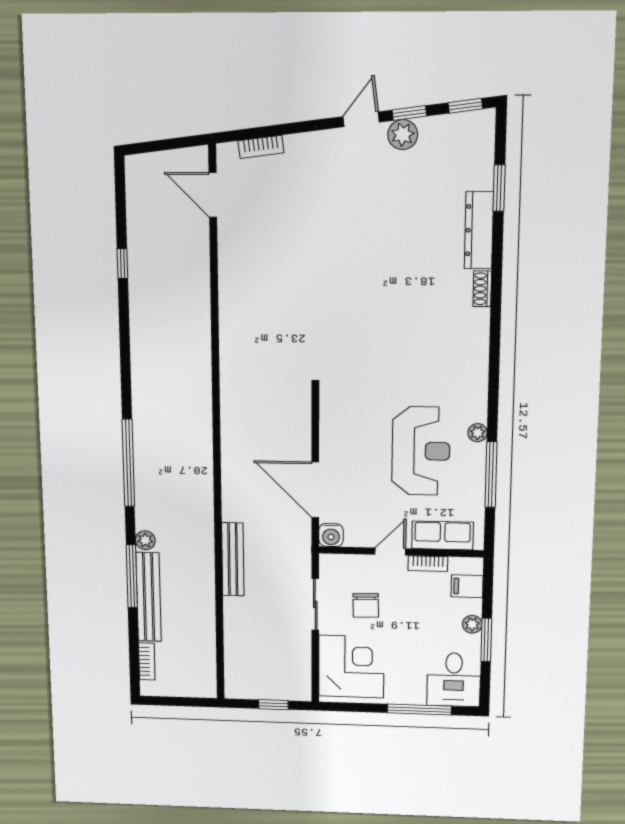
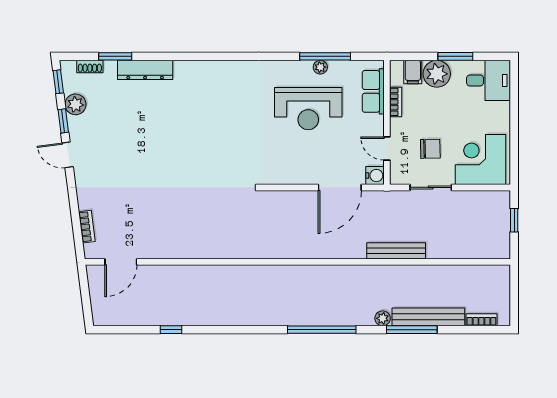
plant: (403, 135) -> (75, 104), moved
shoe rack: (482, 289) -> (90, 66), moved
plant: (478, 433) -> (320, 67), moved
reception desk: (421, 451) -> (308, 109), turned 180
door: (390, 552) -> (387, 149), moved
plant: (472, 624) -> (437, 74), width x1.88, depth x1.88
window: (419, 709) -> (514, 106), removed

